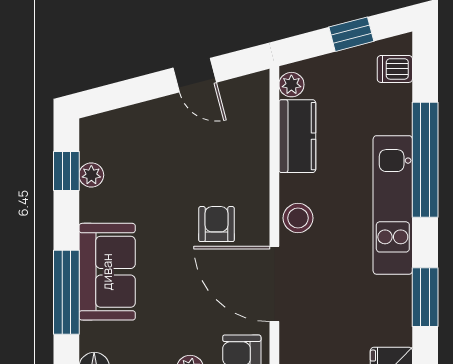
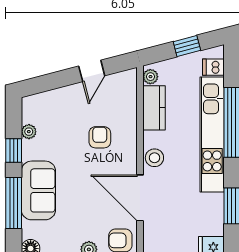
door: (195, 75) -> (92, 71), hinge flipped
window: (66, 171) -> (14, 150), moved
kitchen unit: (393, 205) -> (212, 134), width x1.36
armchair: (216, 224) -> (100, 137), moved

